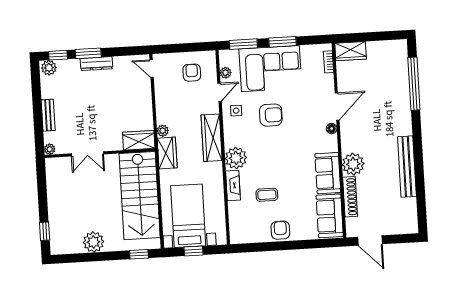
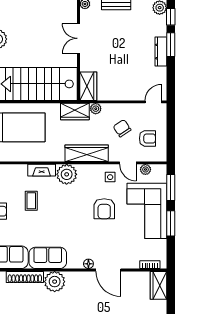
chair: (182, 101) -> (122, 128), added

